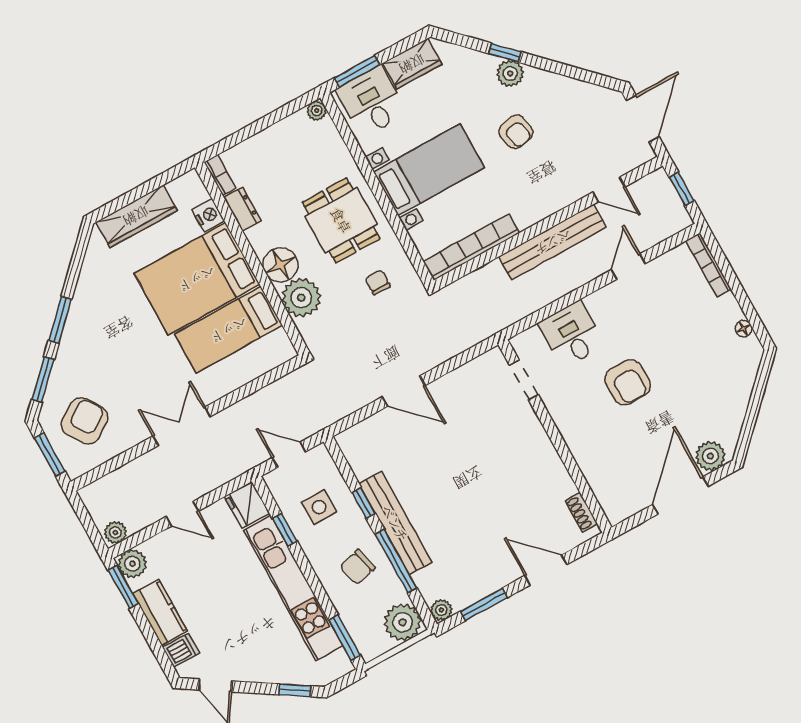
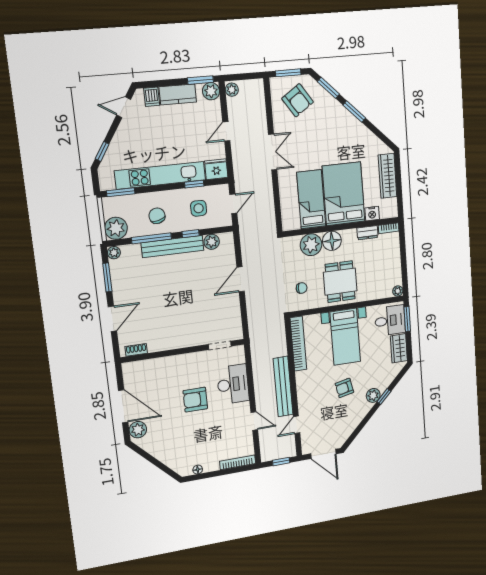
dining table: (341, 220) -> (340, 282), turned 90
desk: (572, 334) -> (233, 384), width x1.37
plant: (363, 464) -> (212, 242), added

